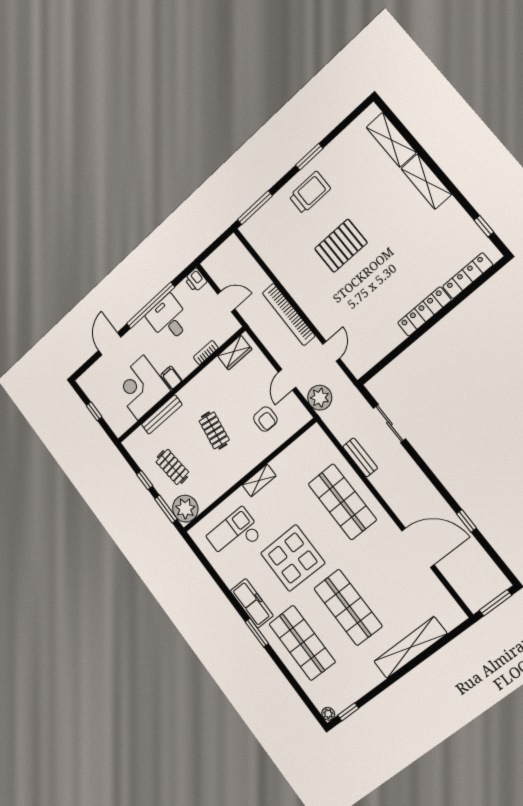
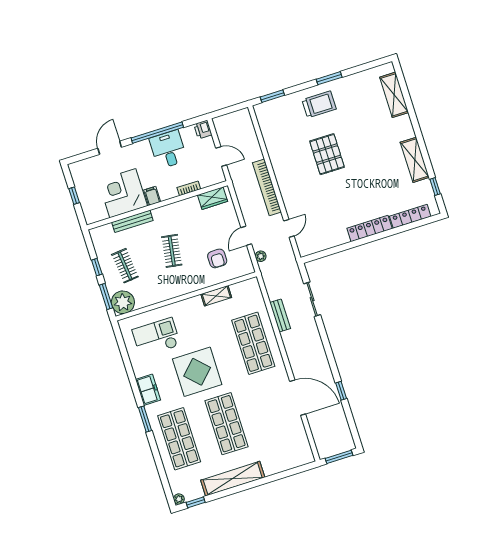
shelving: (426, 182) -> (415, 160), moved
window: (255, 208) -> (272, 96), width x0.69
pallet: (341, 246) -> (327, 154), turned 90
plant: (320, 398) -> (261, 256), width x0.53, depth x0.53
shelving: (259, 480) -> (216, 296), moved
freezer: (252, 603) -> (148, 390), width x0.71
shelving: (410, 648) -> (233, 479), moved

